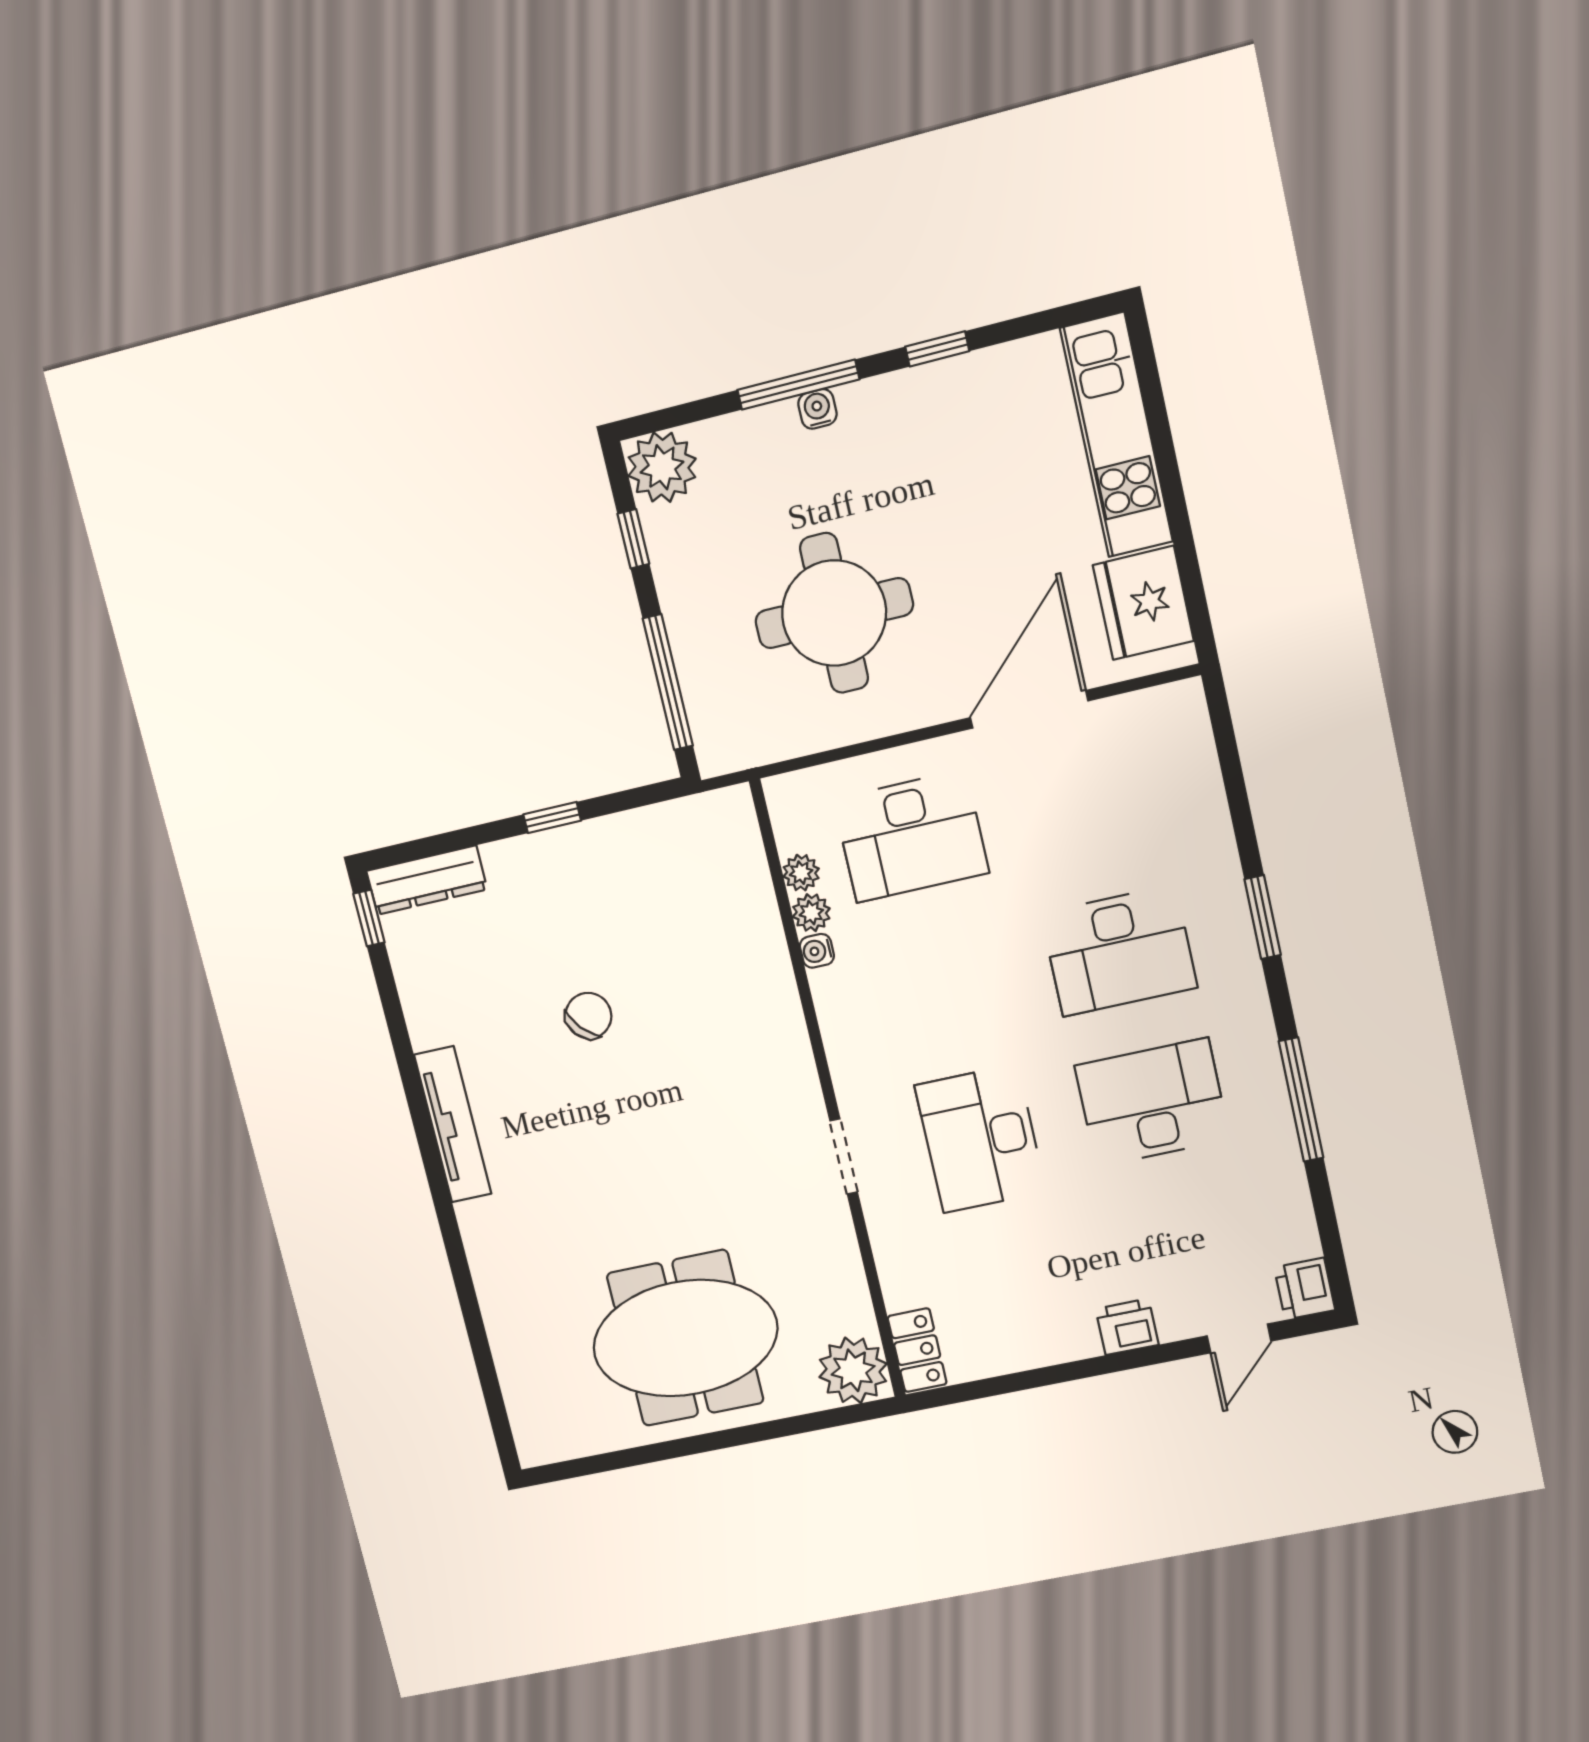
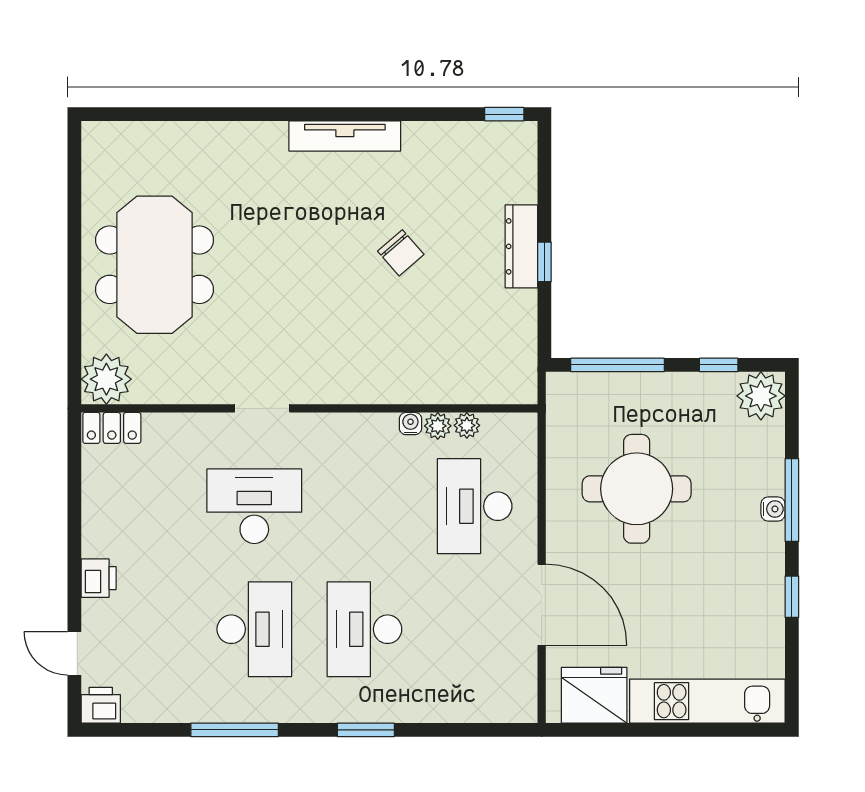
dresser: (427, 880) -> (521, 246), moved

